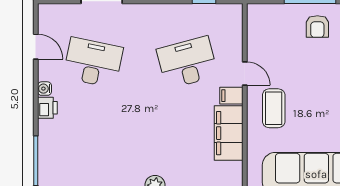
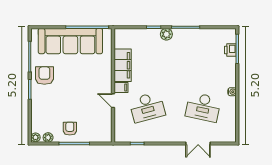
door: (36, 47) -> (237, 117), removed
printer: (47, 108) -> (230, 50), moved
coffee table: (274, 108) -> (96, 80), removed

